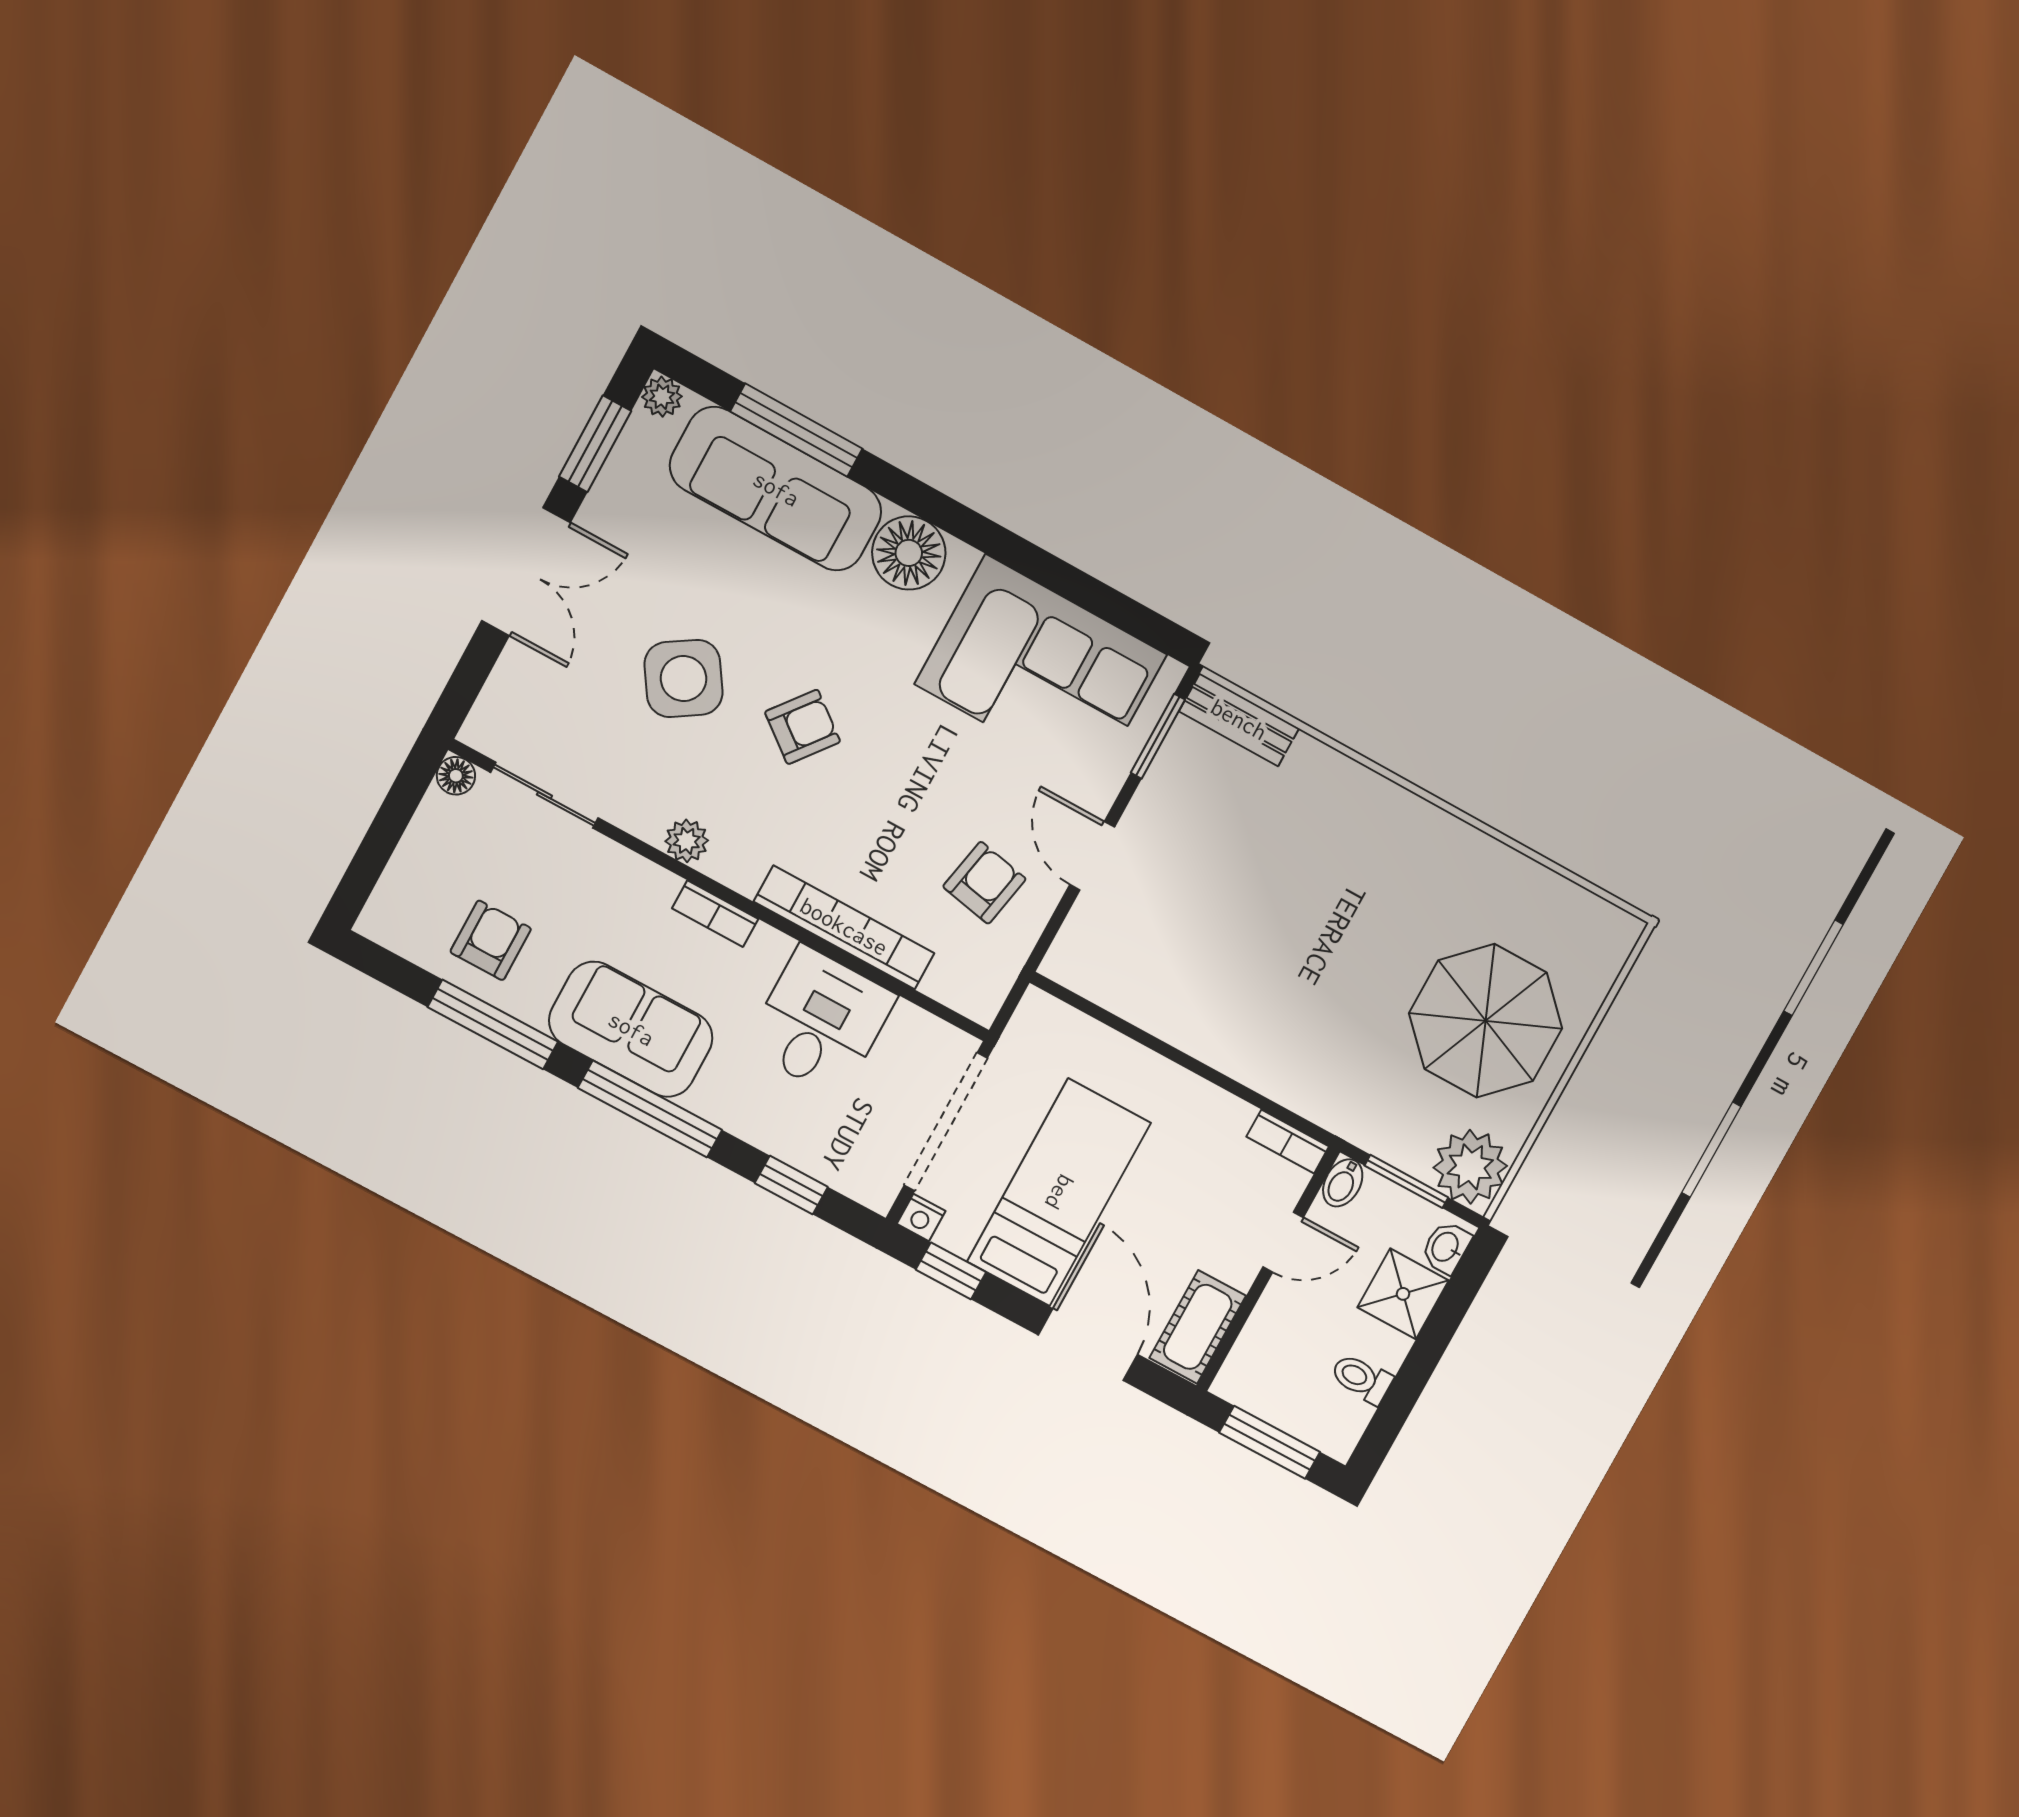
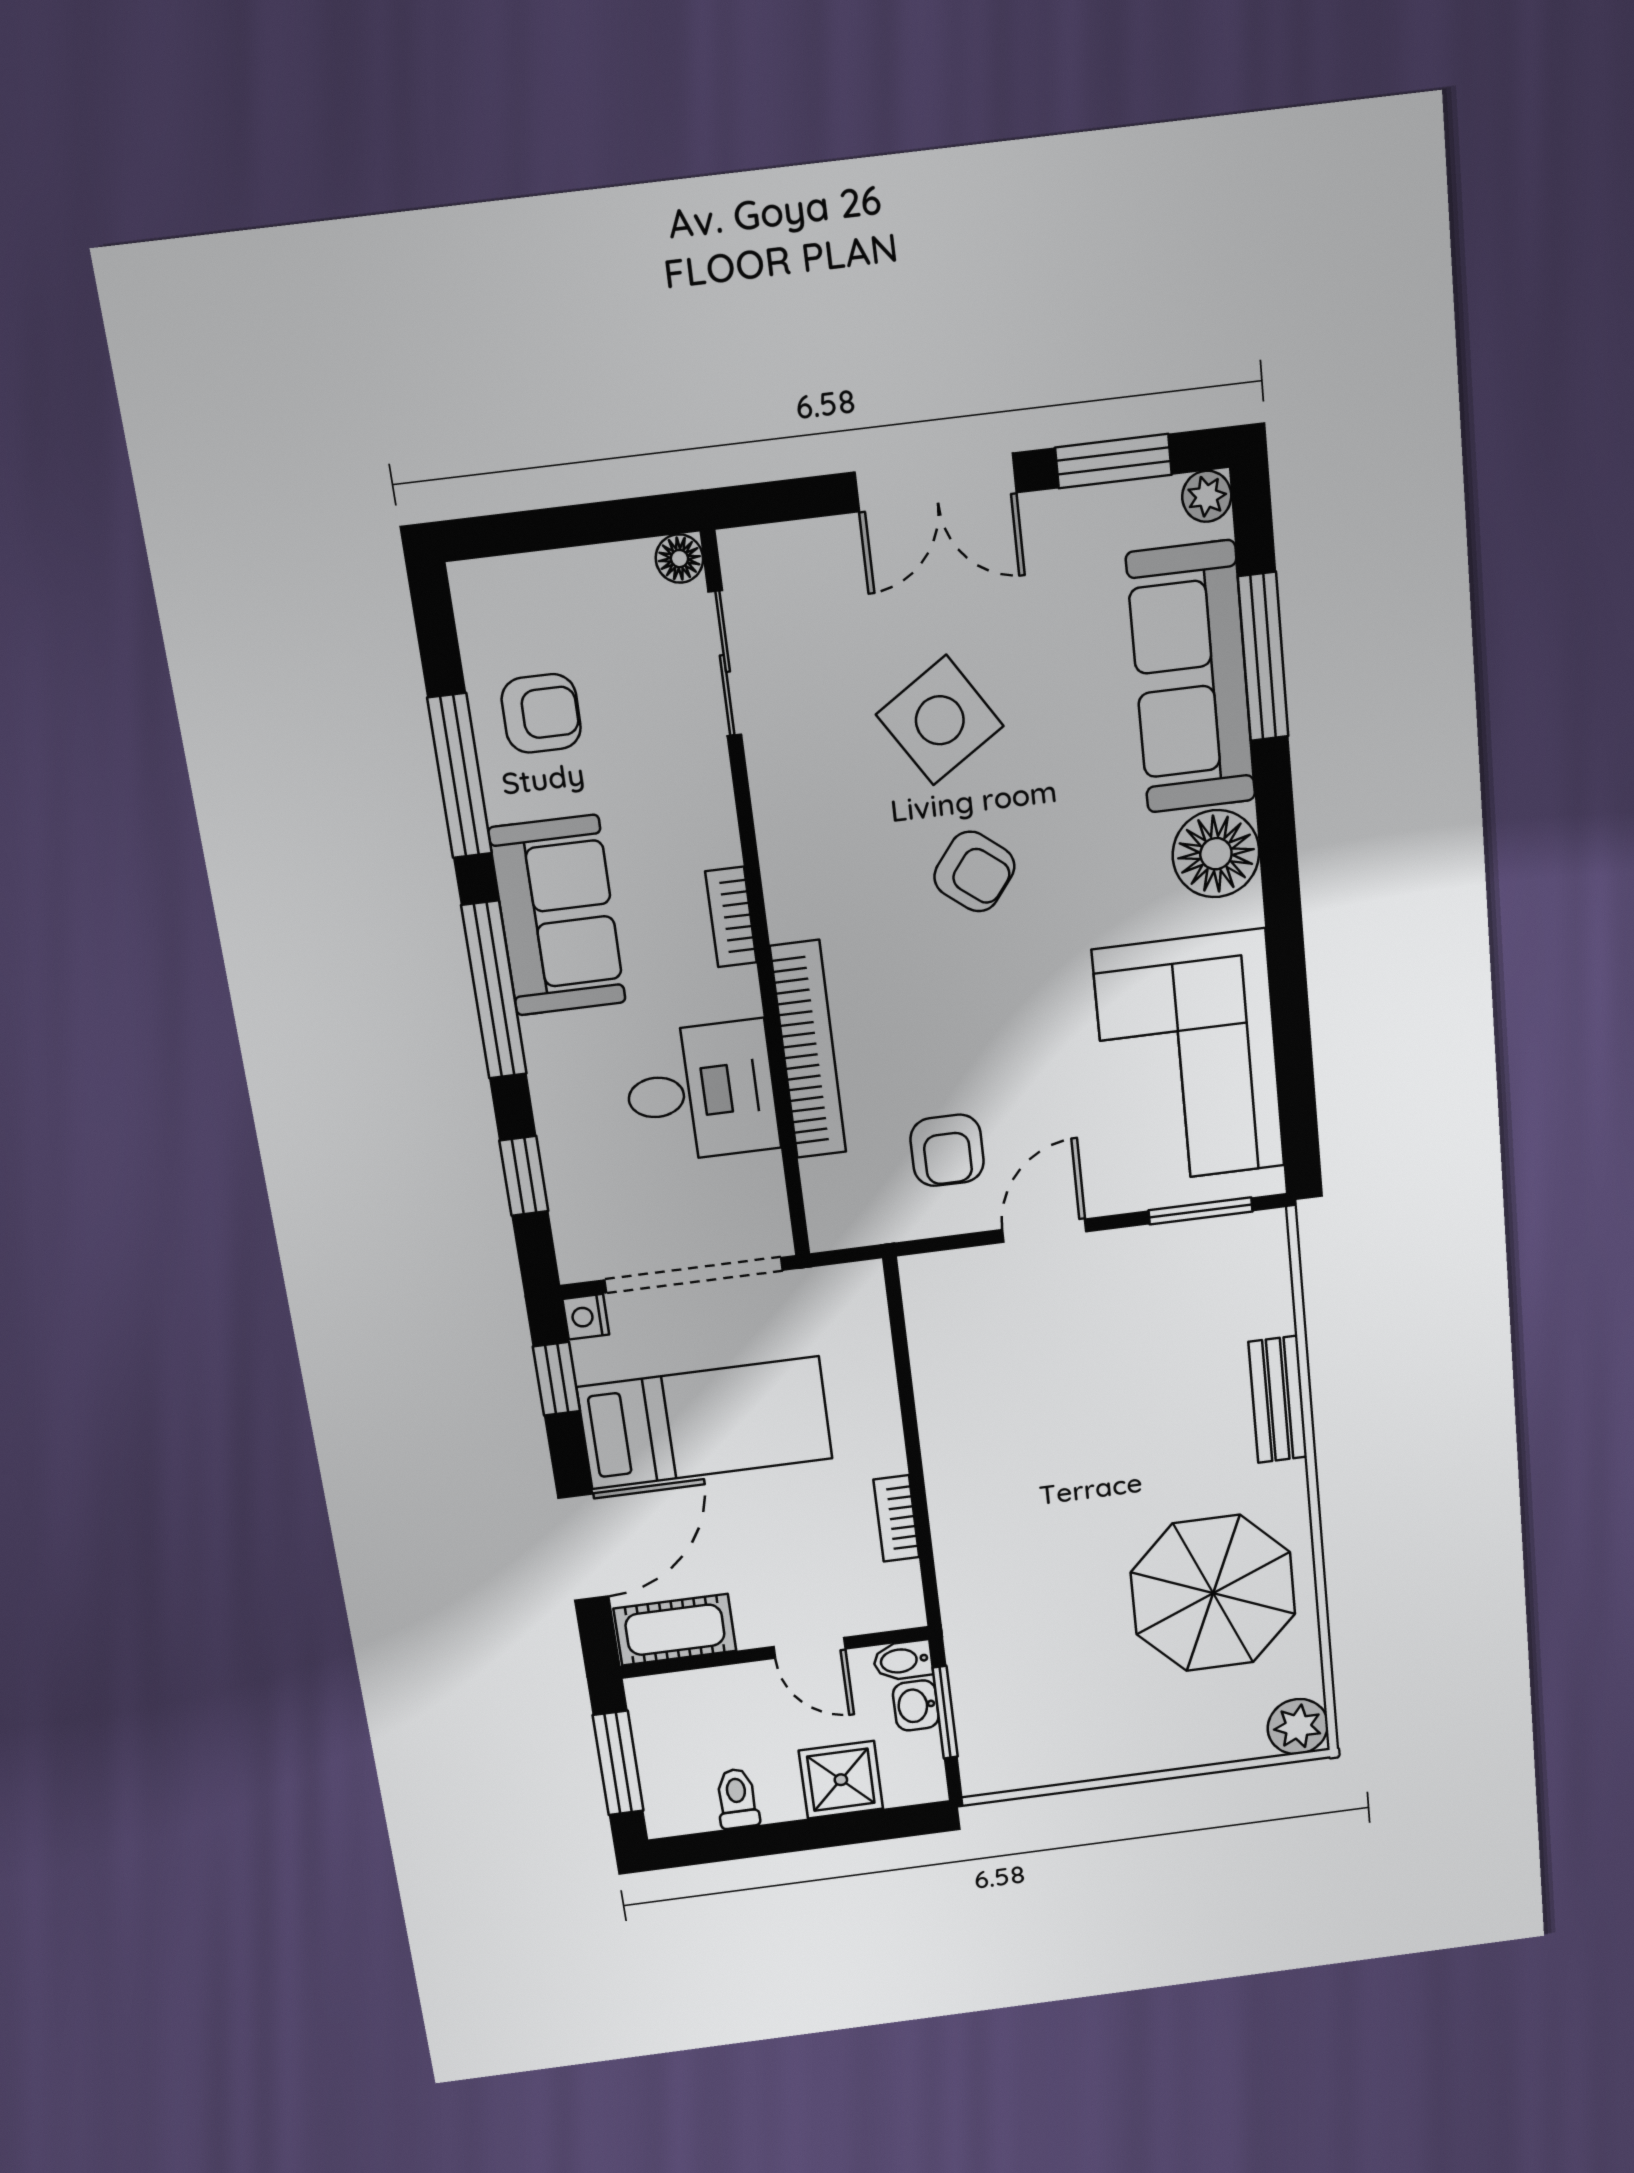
bench: (1239, 720) -> (1278, 1399), moved
plant: (687, 841) -> (782, 838), removed
armchair: (984, 883) -> (947, 1150), turned 79
parasol: (1486, 1021) -> (1213, 1593), moved
bookcase: (1288, 1142) -> (896, 1518), moved
plant: (1470, 1167) -> (1298, 1727), moved, width x0.73, depth x0.73
washbasin: (1446, 1247) -> (916, 1705), moved, turned -90

